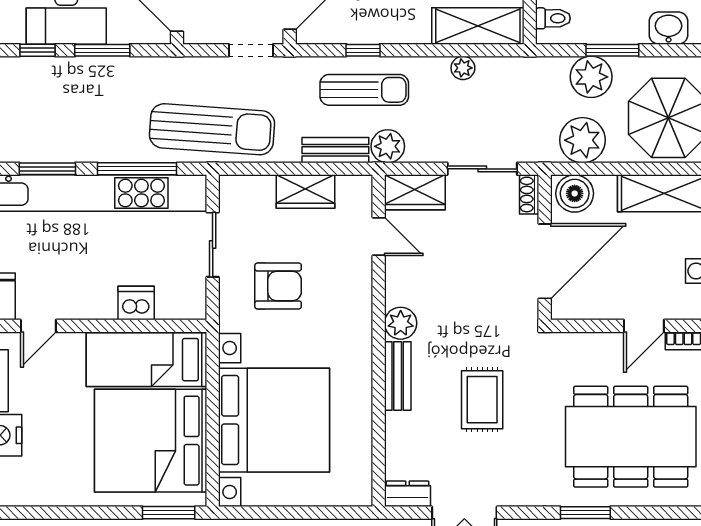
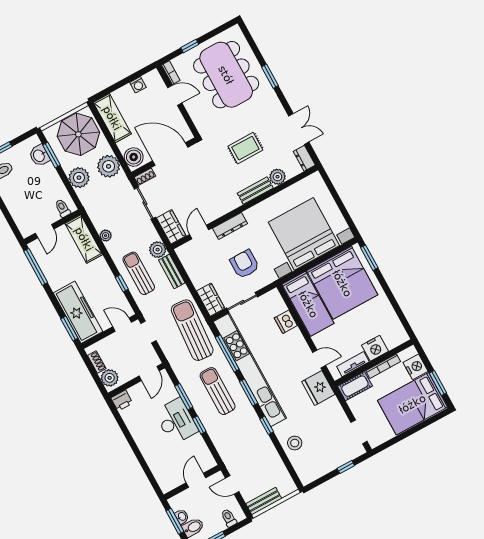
window: (612, 50) -> (52, 155), moved
sun lounger: (80, 115) -> (218, 391), added
wardrobe: (306, 192) -> (211, 300), moved
dresser: (360, 297) -> (230, 226), added
plant: (401, 323) -> (278, 177), moved

